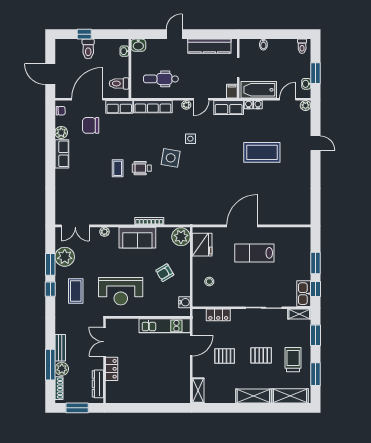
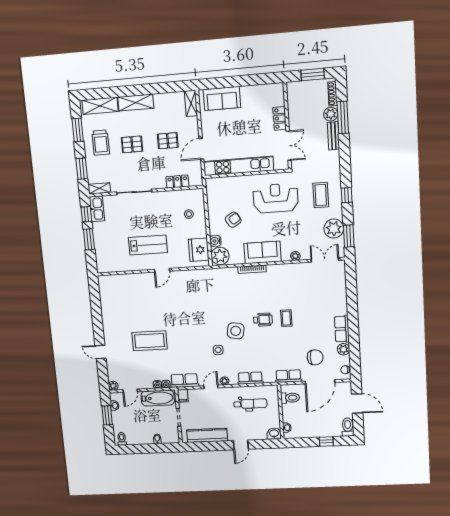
toilet: (88, 49) -> (348, 427), moved
row of seats: (153, 107) -> (250, 378), width x0.68
door: (242, 226) -> (162, 270), width x0.53
window: (50, 264) -> (349, 236), moved
water cooler: (184, 302) -> (215, 241), moved
kitchen unit: (165, 326) -> (239, 166), width x1.36
dresser: (98, 384) -> (293, 102), removed
sofa: (167, 393) -> (222, 98), added

